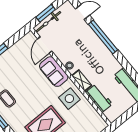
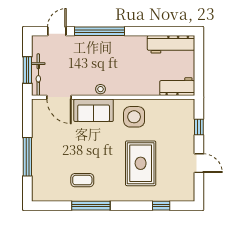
shelving: (82, 81) -> (126, 89), removed
workbench: (99, 98) -> (177, 87), moved

